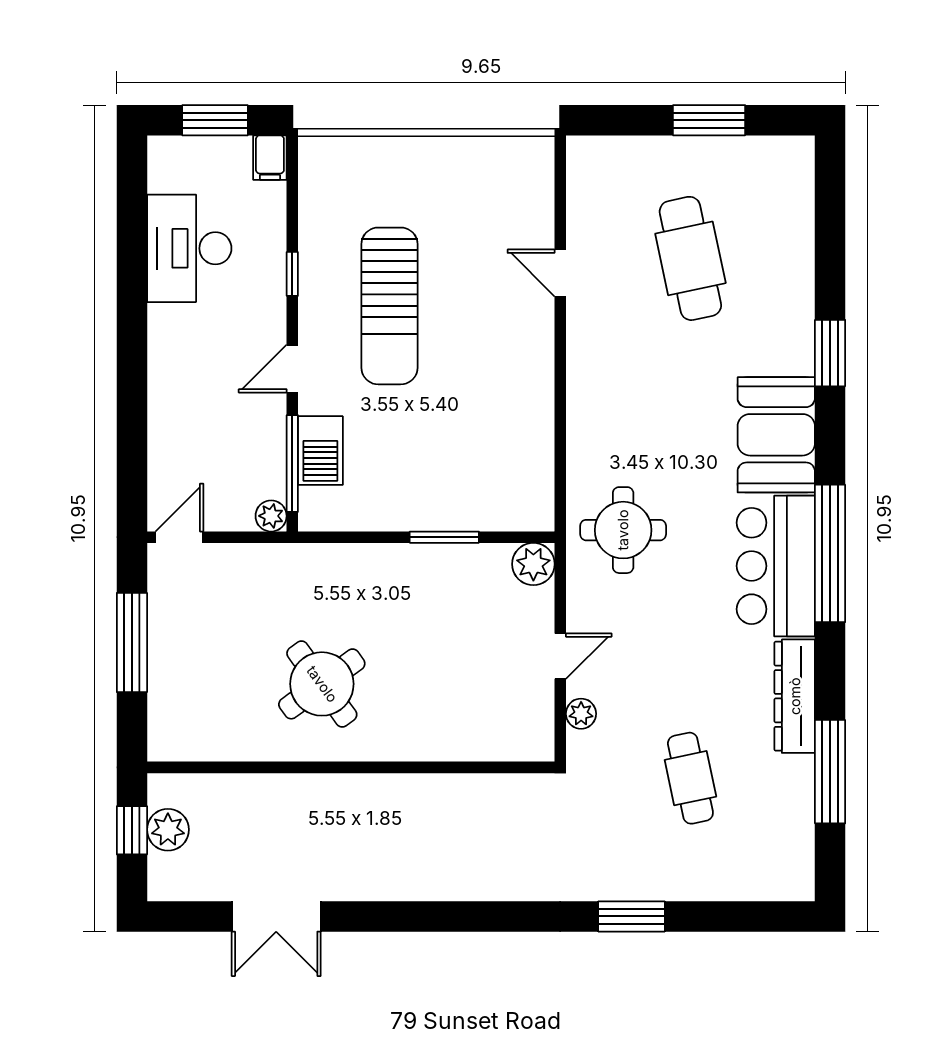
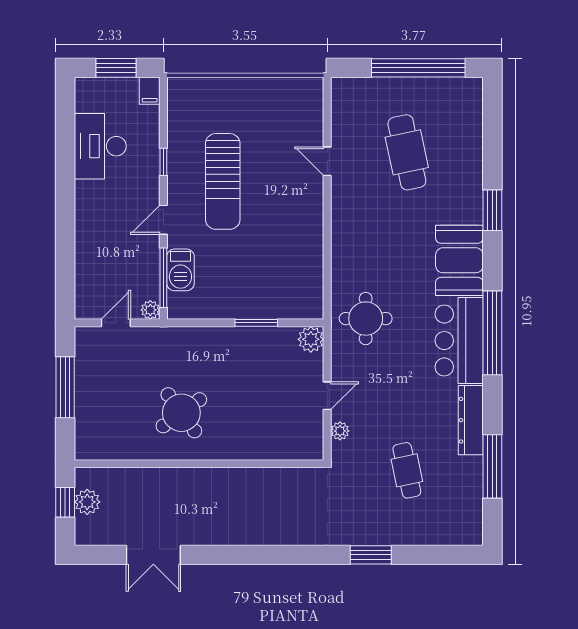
window: (709, 120) -> (418, 68), width x2.11
door: (179, 537) -> (116, 323), moved

